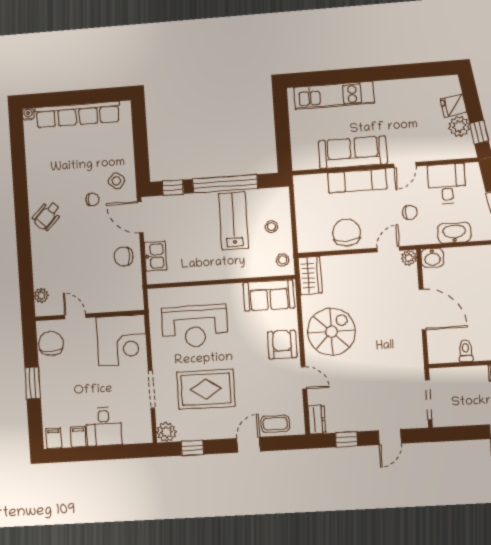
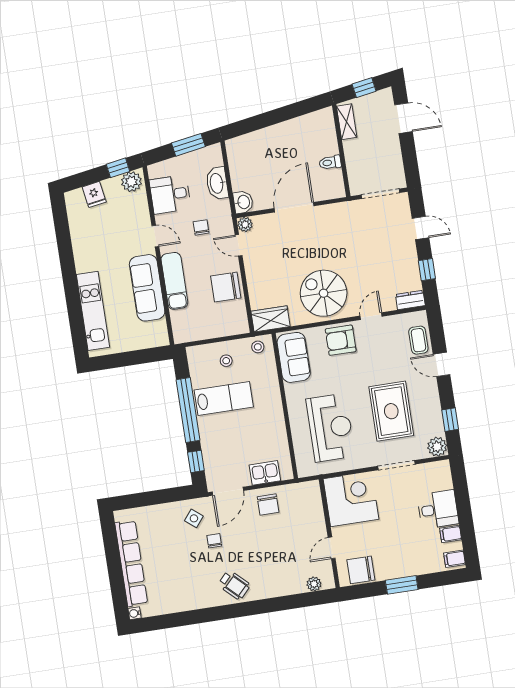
plant: (459, 126) -> (131, 182), moved
lab bench: (234, 221) -> (224, 399), turned 180

